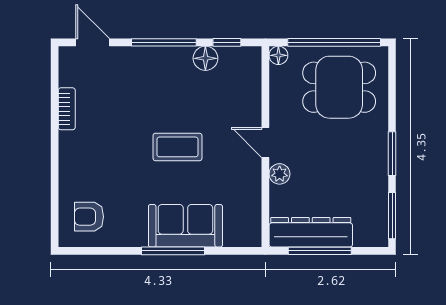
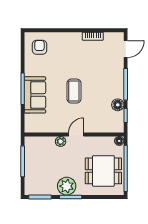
dining table: (339, 87) -> (103, 171), turned 90
plant: (370, 162) -> (67, 186), added
dresser: (311, 232) -> (32, 157), removed

